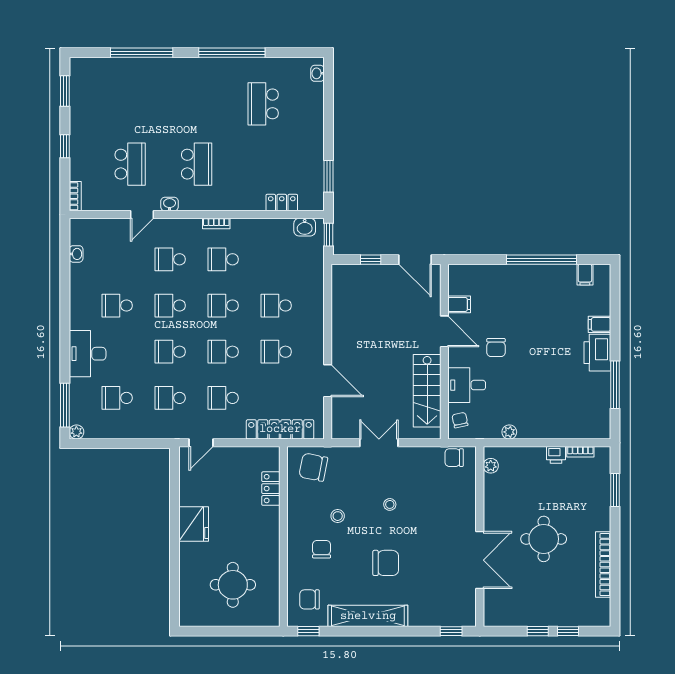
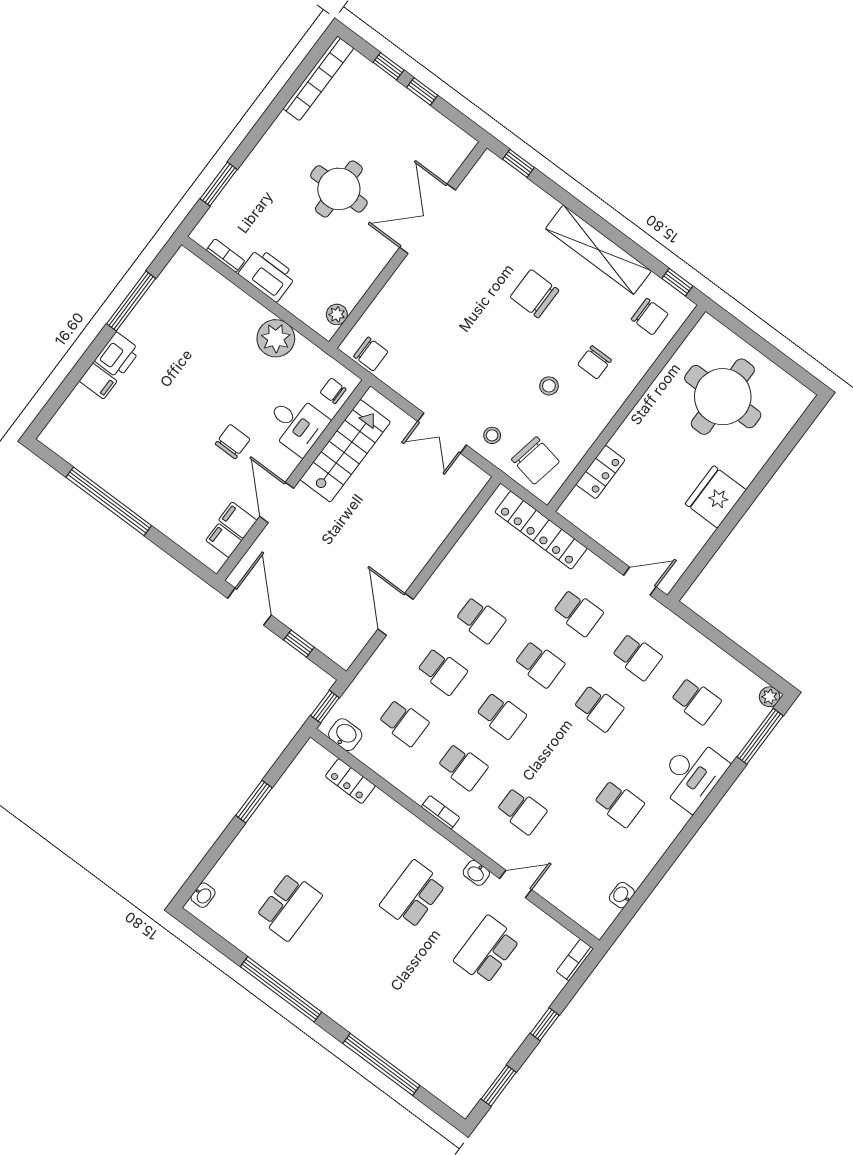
window: (328, 176) -> (254, 802), moved
filing cabinet: (585, 275) -> (224, 541), moved, turned -90
school desk: (170, 306) -> (404, 723), moved
printer: (597, 353) -> (118, 355), width x0.73, depth x0.84
door: (328, 381) -> (396, 614), moved
chair: (460, 420) -> (333, 391), turned 102
plant: (509, 432) -> (276, 338), width x1.88, depth x1.88
printer: (556, 455) -> (268, 275), width x1.87, depth x1.48
stool: (390, 504) -> (492, 435), moved
bookcase: (603, 565) -> (318, 78), moved
round table: (233, 585) -> (723, 397), width x1.36, depth x1.36

